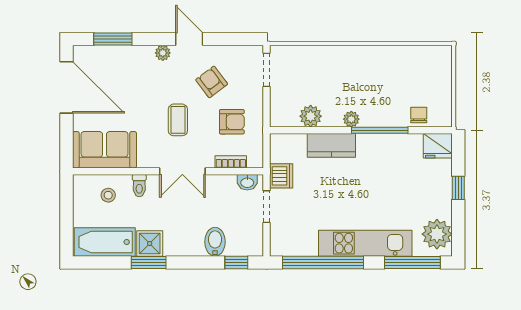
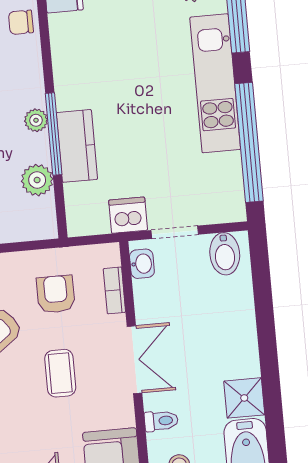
coffee table: (178, 120) -> (60, 373), turned 90
window: (380, 130) -> (54, 134), moved
bidet: (215, 242) -> (225, 254), moved, turned -90
window: (149, 262) -> (272, 397), removed
window: (236, 262) -> (260, 269), removed

